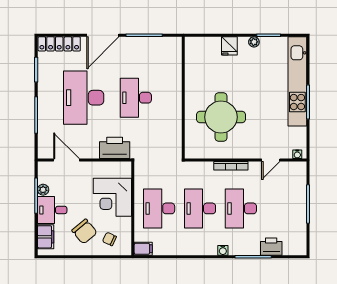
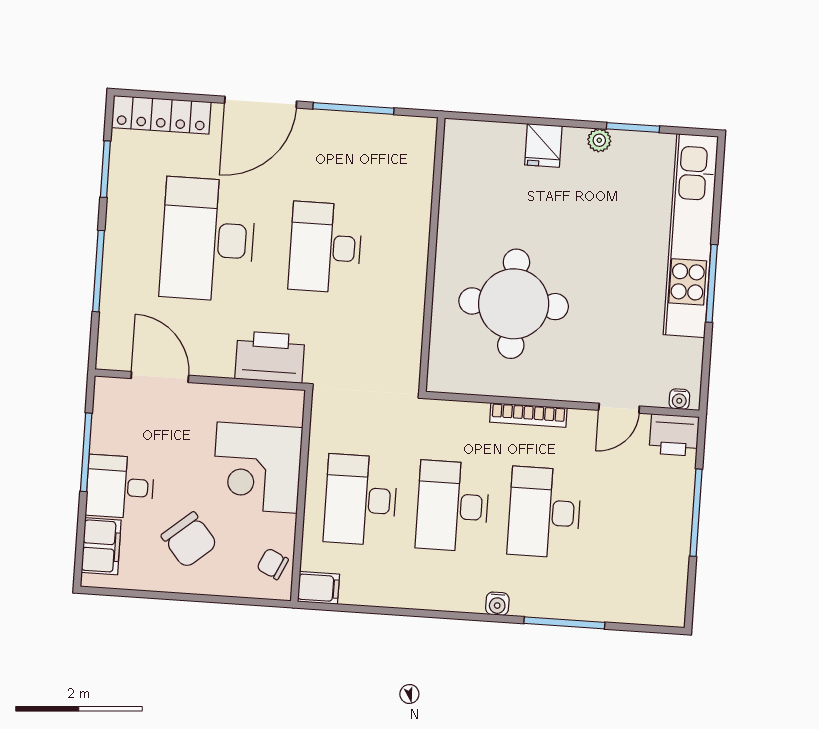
plant: (43, 190) -> (103, 440), removed
chair: (109, 239) -> (273, 564), moved
printer: (271, 247) -> (674, 435), moved, turned 180

